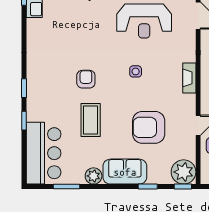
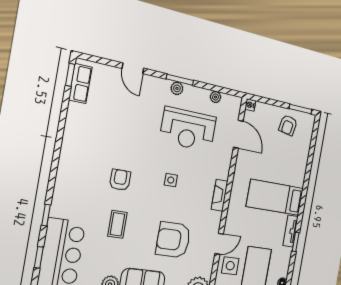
window: (24, 88) -> (39, 257), moved
coffee table: (91, 120) -> (117, 224), width x0.73, depth x0.77

